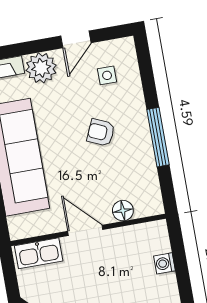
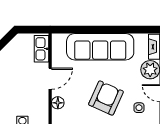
armchair: (101, 133) -> (106, 98), width x1.88, depth x1.88

